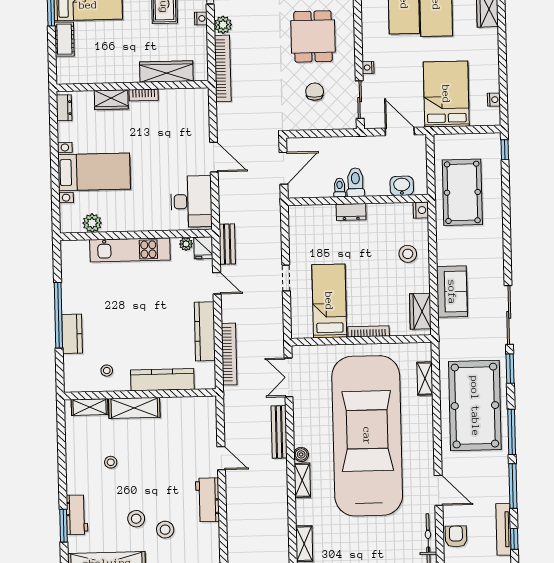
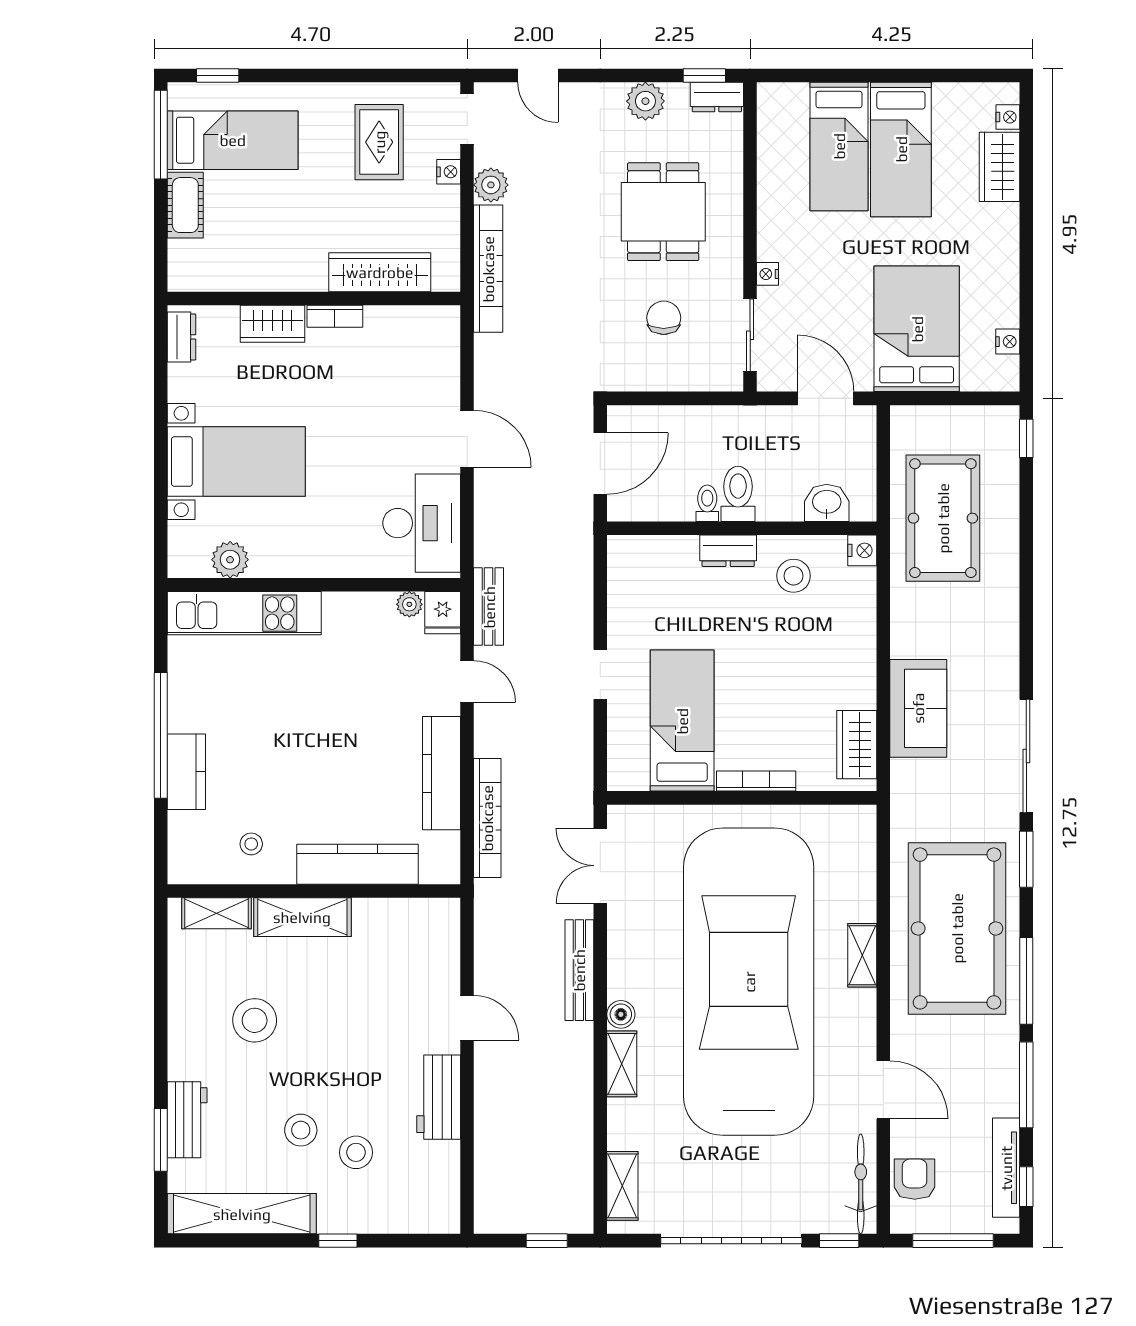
kitchen unit: (130, 250) -> (244, 613), moved
stool: (408, 254) -> (794, 576), moved
shelving: (425, 379) -> (862, 955), moved
stool: (111, 462) -> (255, 1020), width x1.89, depth x1.89

